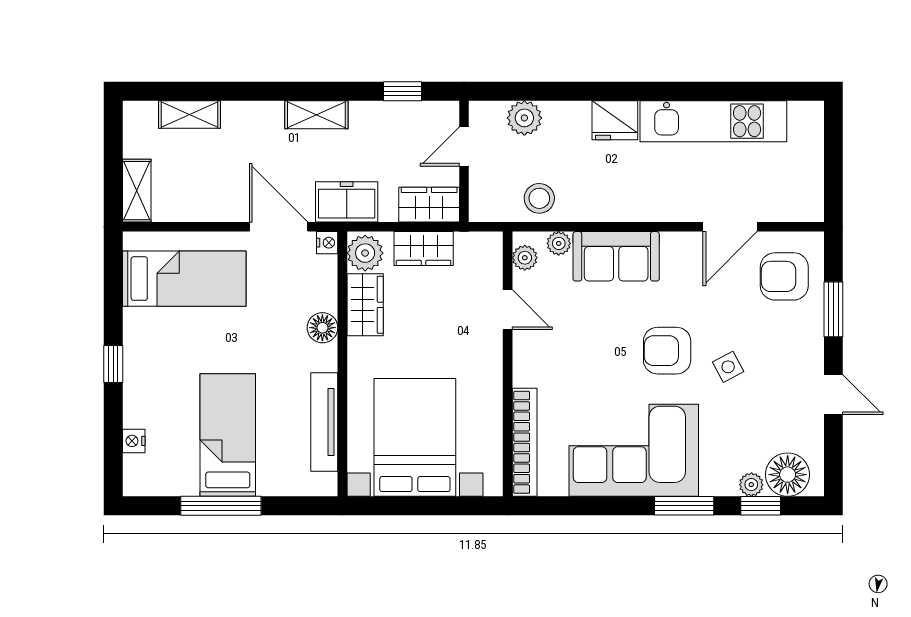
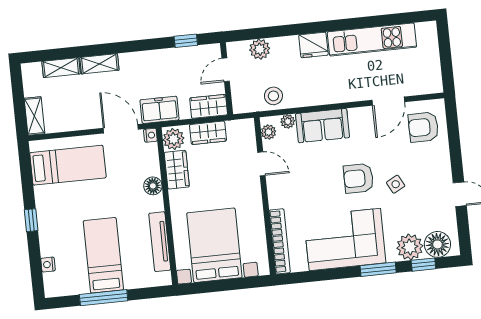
shelving: (316, 115) -> (99, 64), moved
window: (833, 309) -> (455, 144), removed
plant: (751, 485) -> (410, 247), width x1.88, depth x1.88

